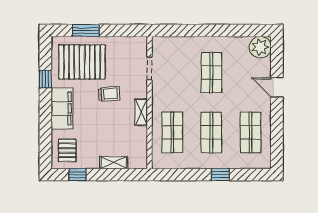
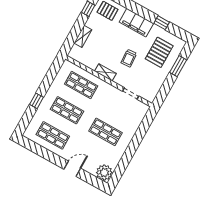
pallet: (82, 62) -> (159, 52), width x0.73, depth x0.71

